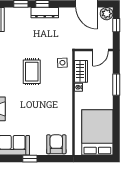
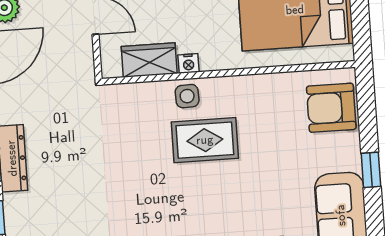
side table: (62, 63) -> (187, 96), moved
rug: (32, 72) -> (205, 140), moved

